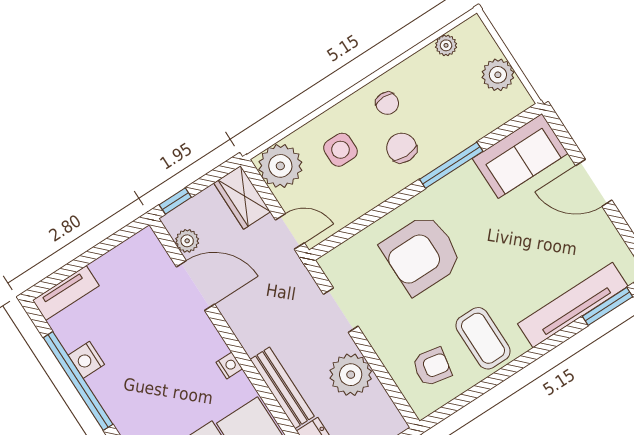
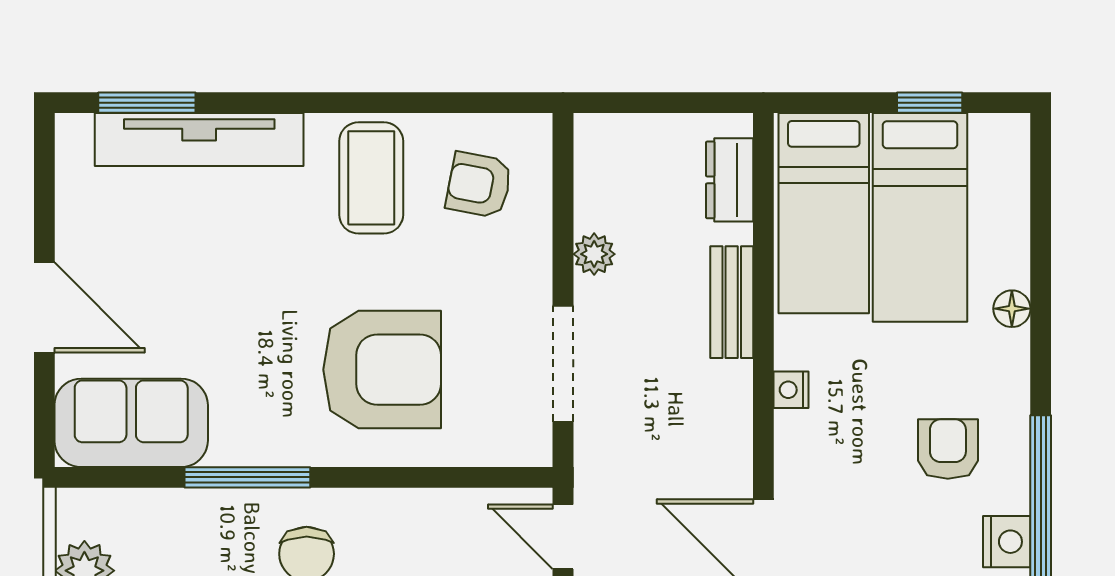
doorway: (341, 310) -> (563, 364), width x1.38
plant: (351, 375) -> (594, 254), width x0.53, depth x0.53
armchair: (140, 385) -> (948, 449), added
bench: (282, 388) -> (732, 302), width x0.73

